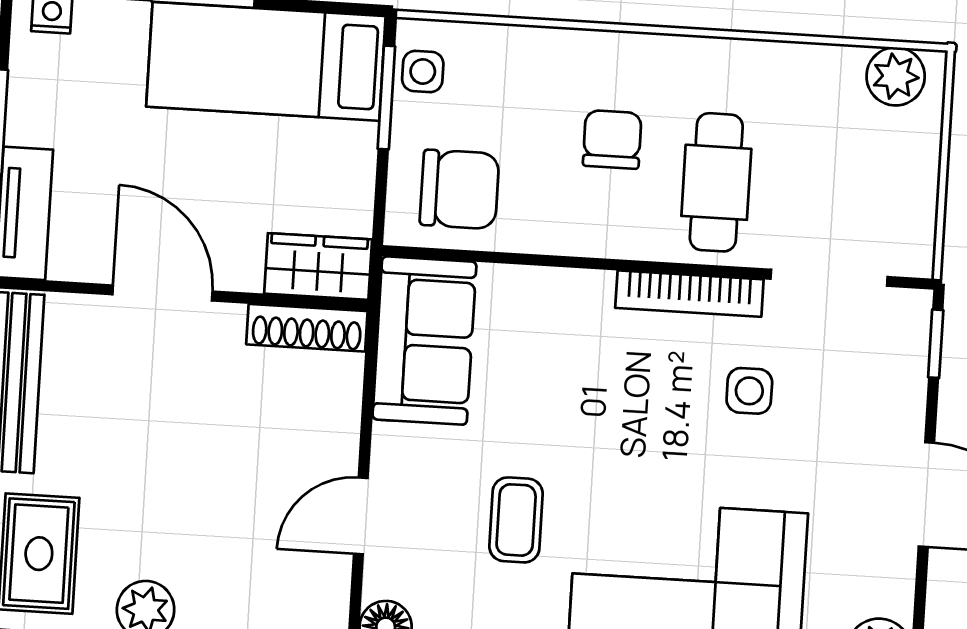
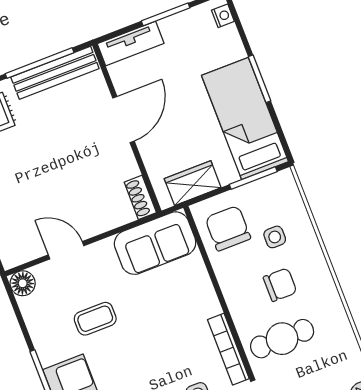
side table: (423, 71) -> (275, 237), moved
chair: (460, 189) -> (228, 228), turned 180
wardrobe: (318, 267) -> (193, 183), moved, turned -90
shoe rack: (307, 328) -> (140, 197), width x0.70

